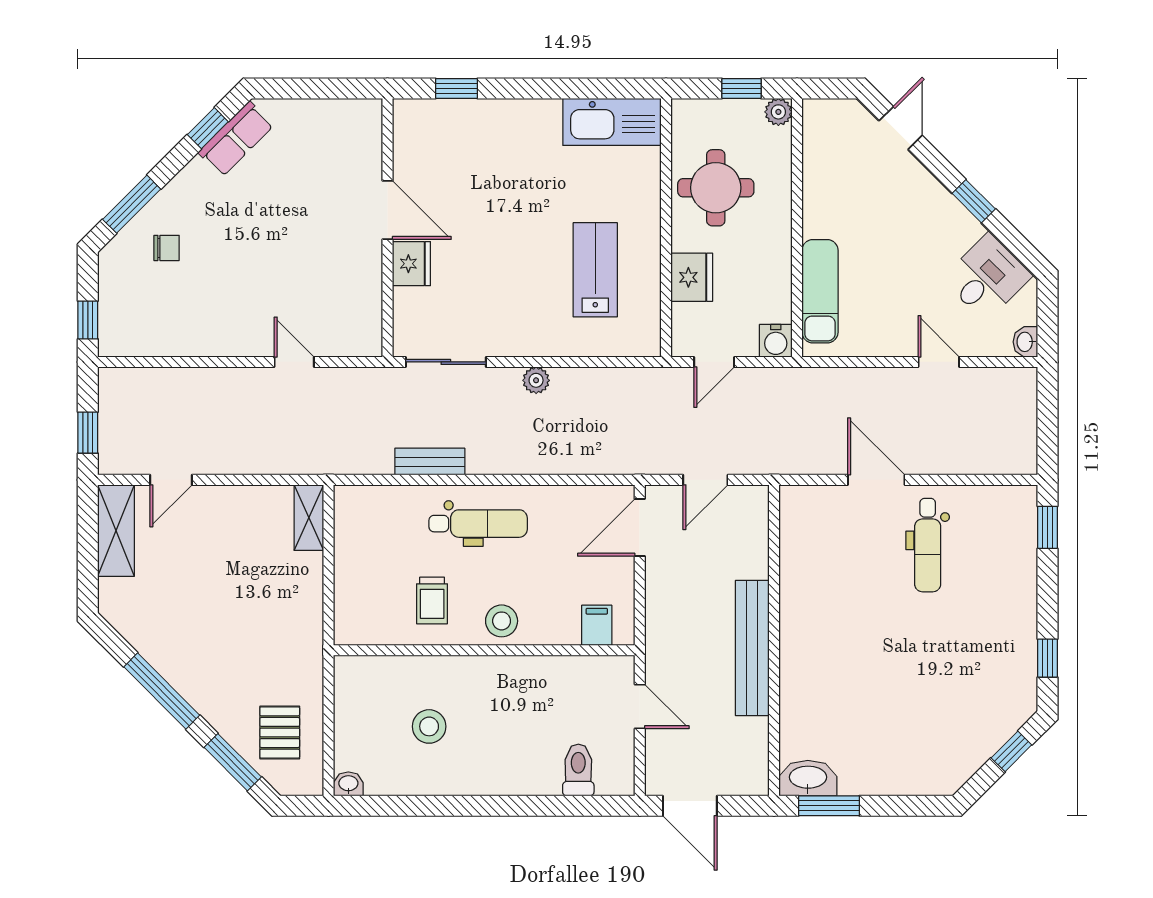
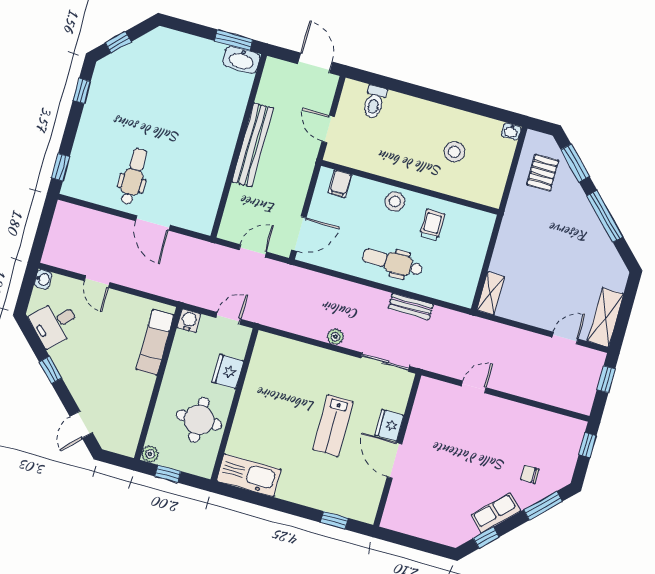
row of seats: (236, 139) -> (496, 513), moved
lab bench: (595, 270) -> (333, 426), moved
door: (294, 362) -> (474, 387), swing flipped

